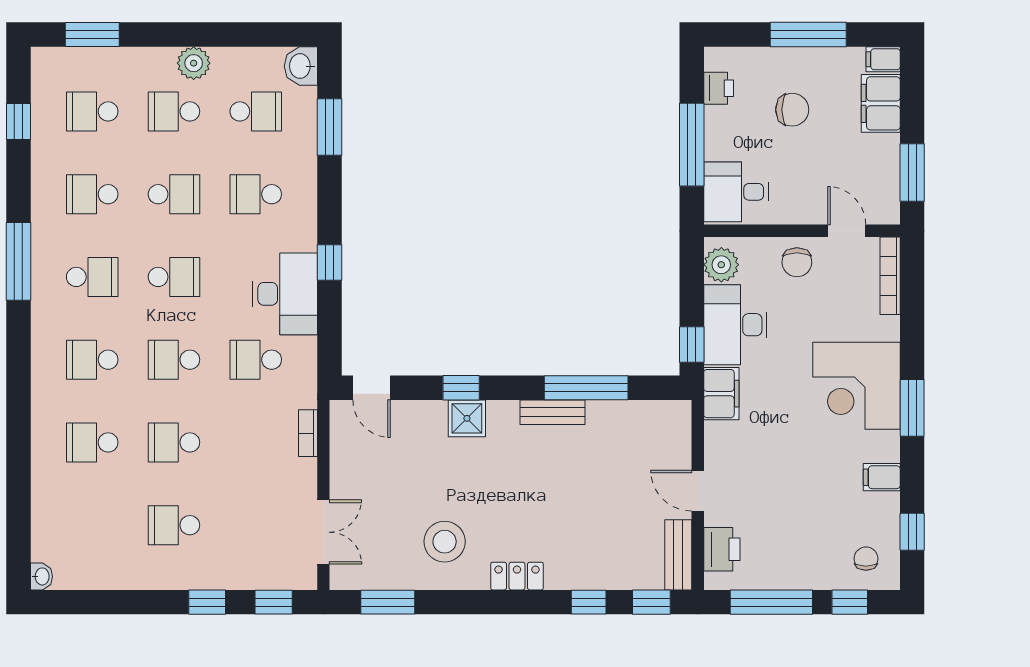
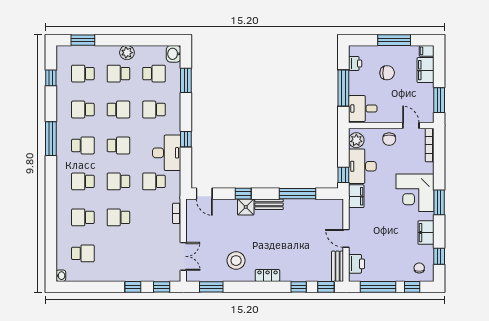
bench: (553, 412) -> (269, 204), moved
filing cabinet: (882, 477) -> (426, 233), width x2.00
school desk: (174, 525) -> (83, 253), moved, turned 180

